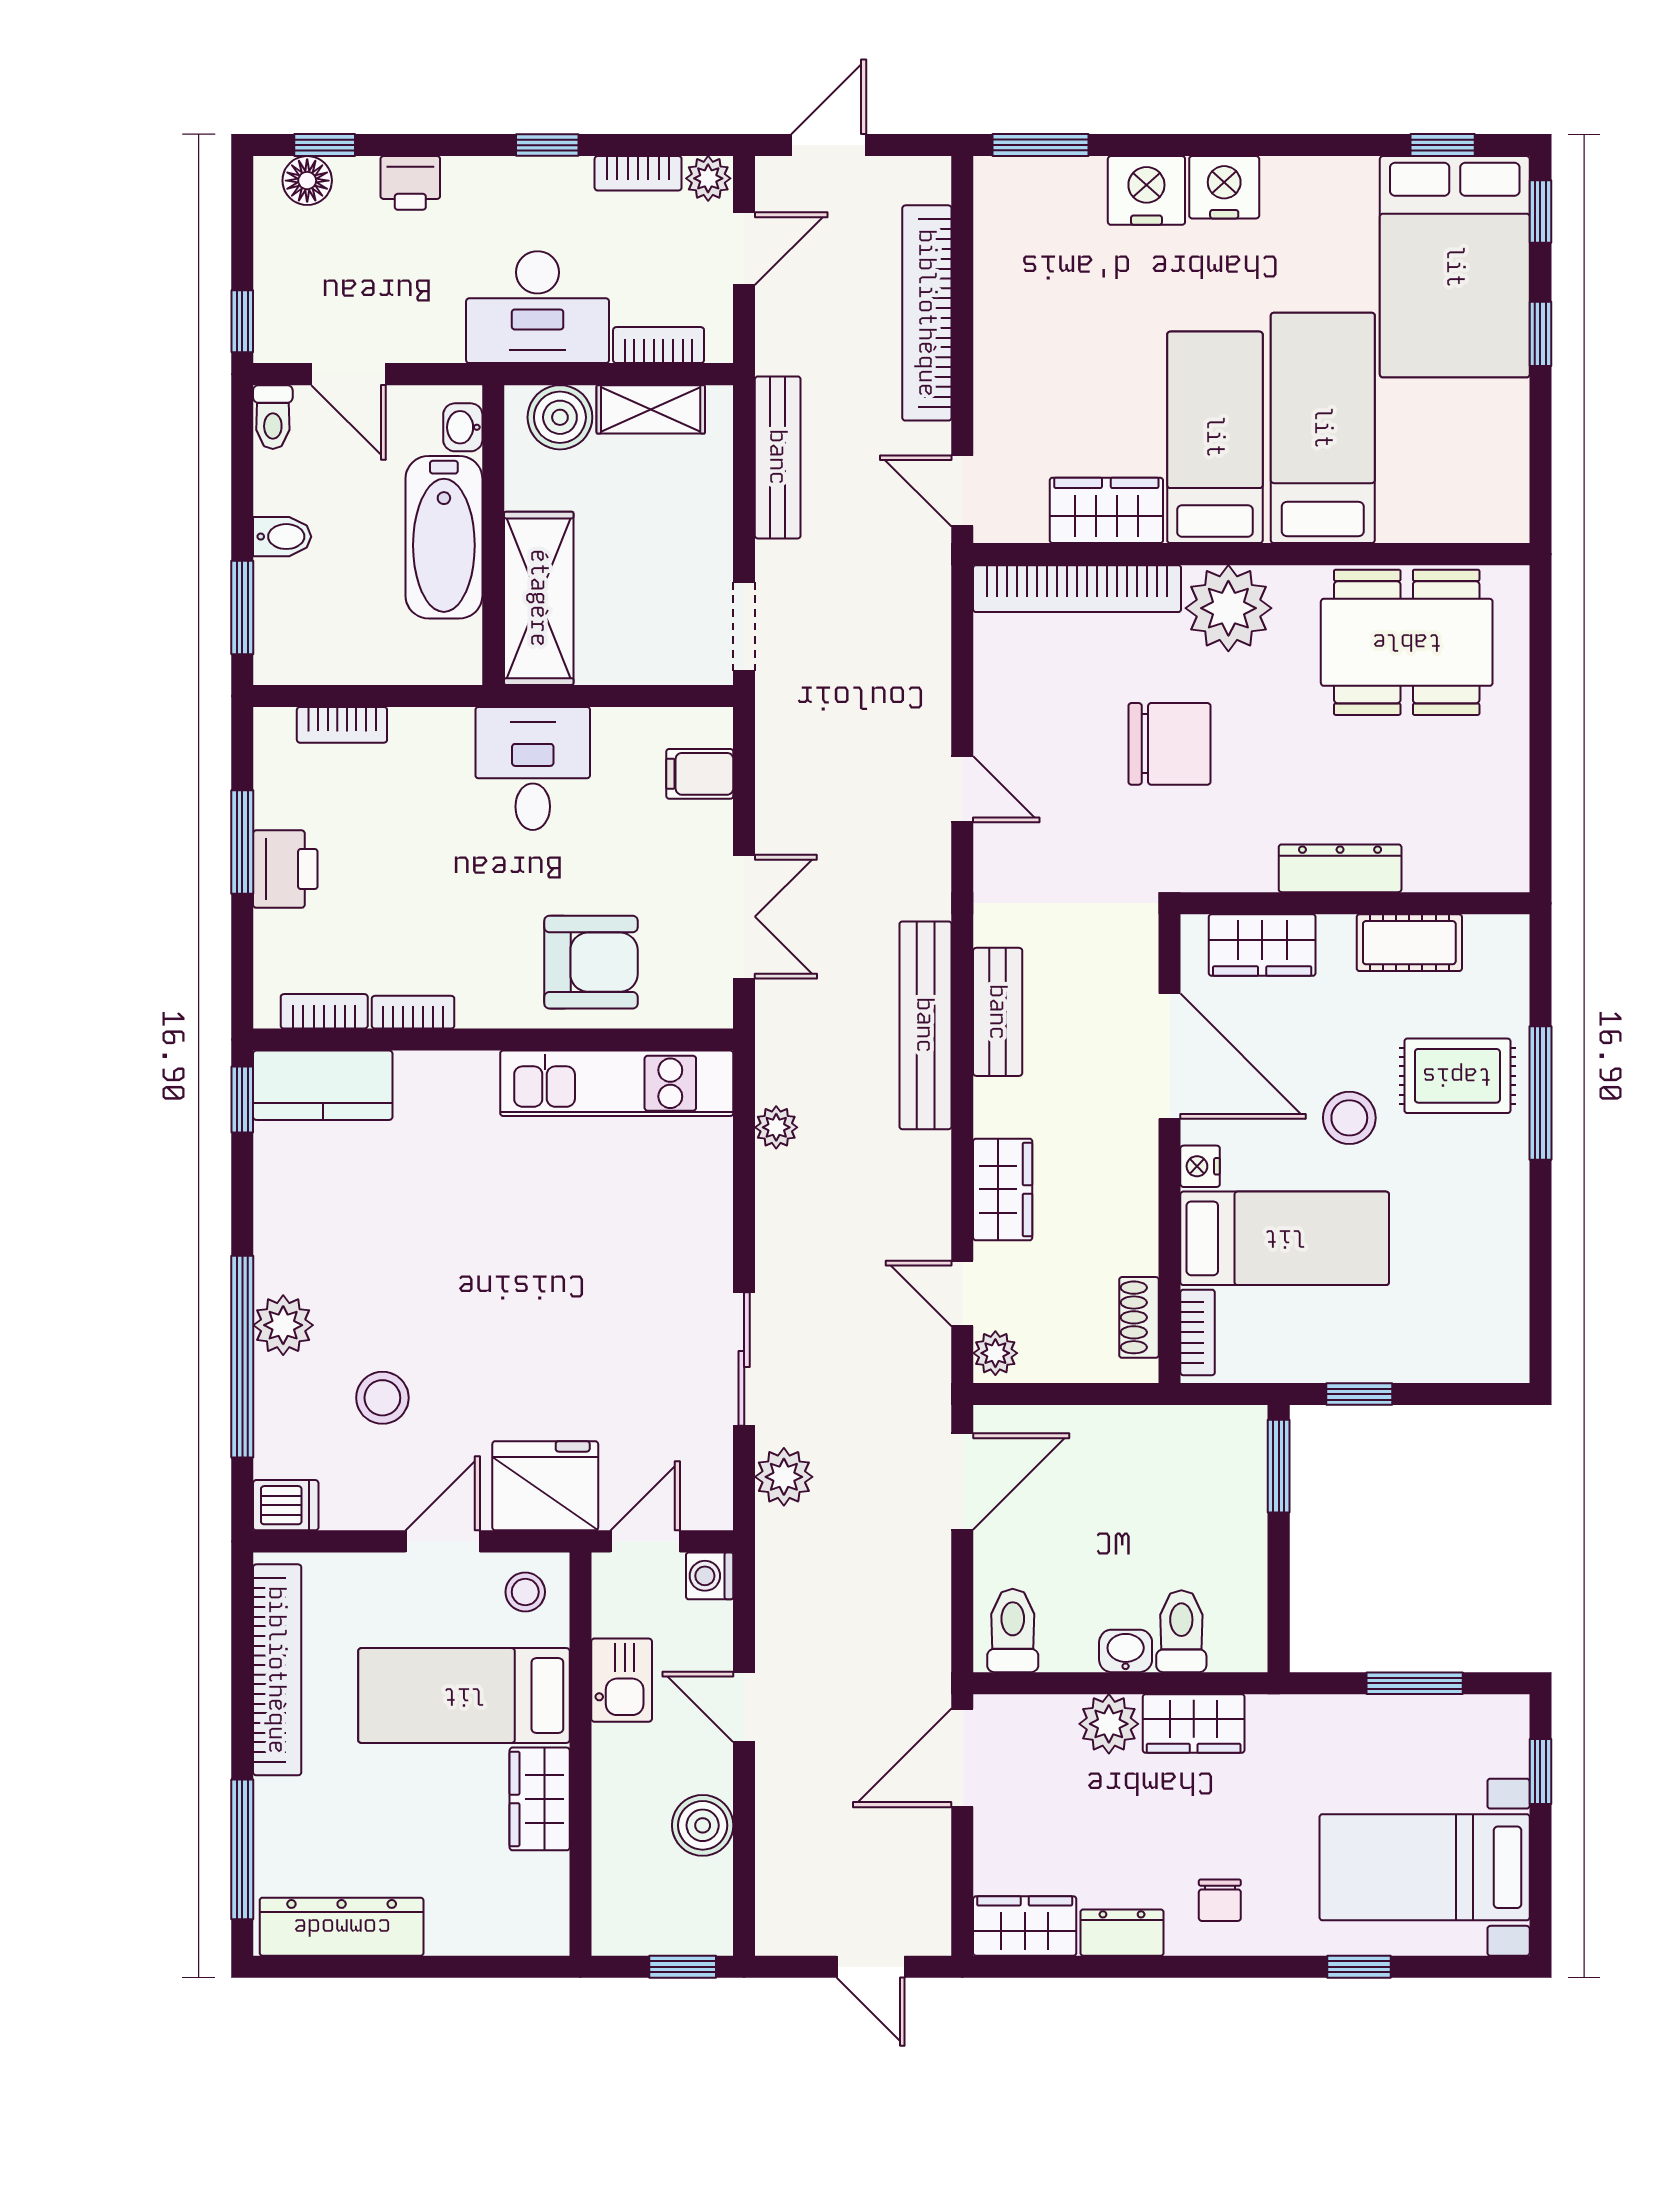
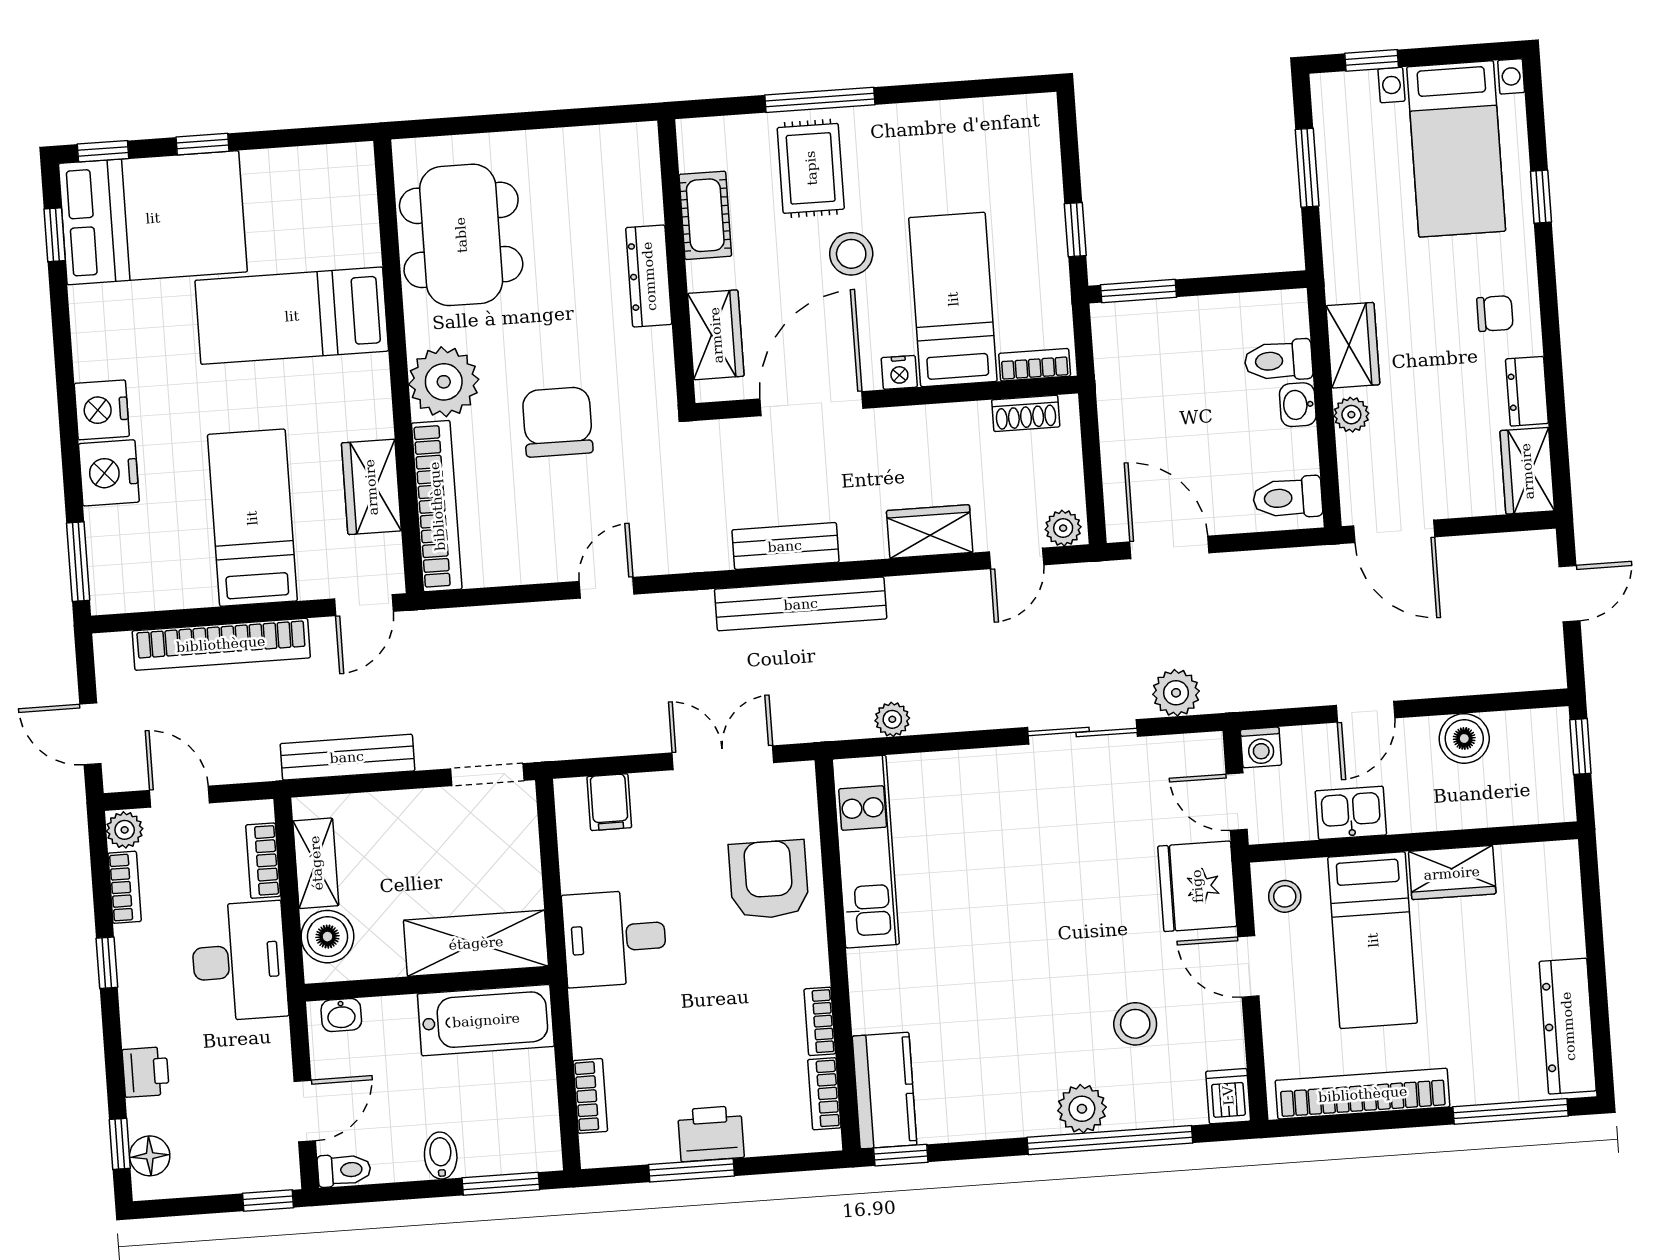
bed: (1215, 437) -> (252, 518), moved, turned 90
bathtub: (444, 537) -> (486, 1020), moved
plant: (1109, 1724) -> (1351, 415), width x0.73, depth x0.73

